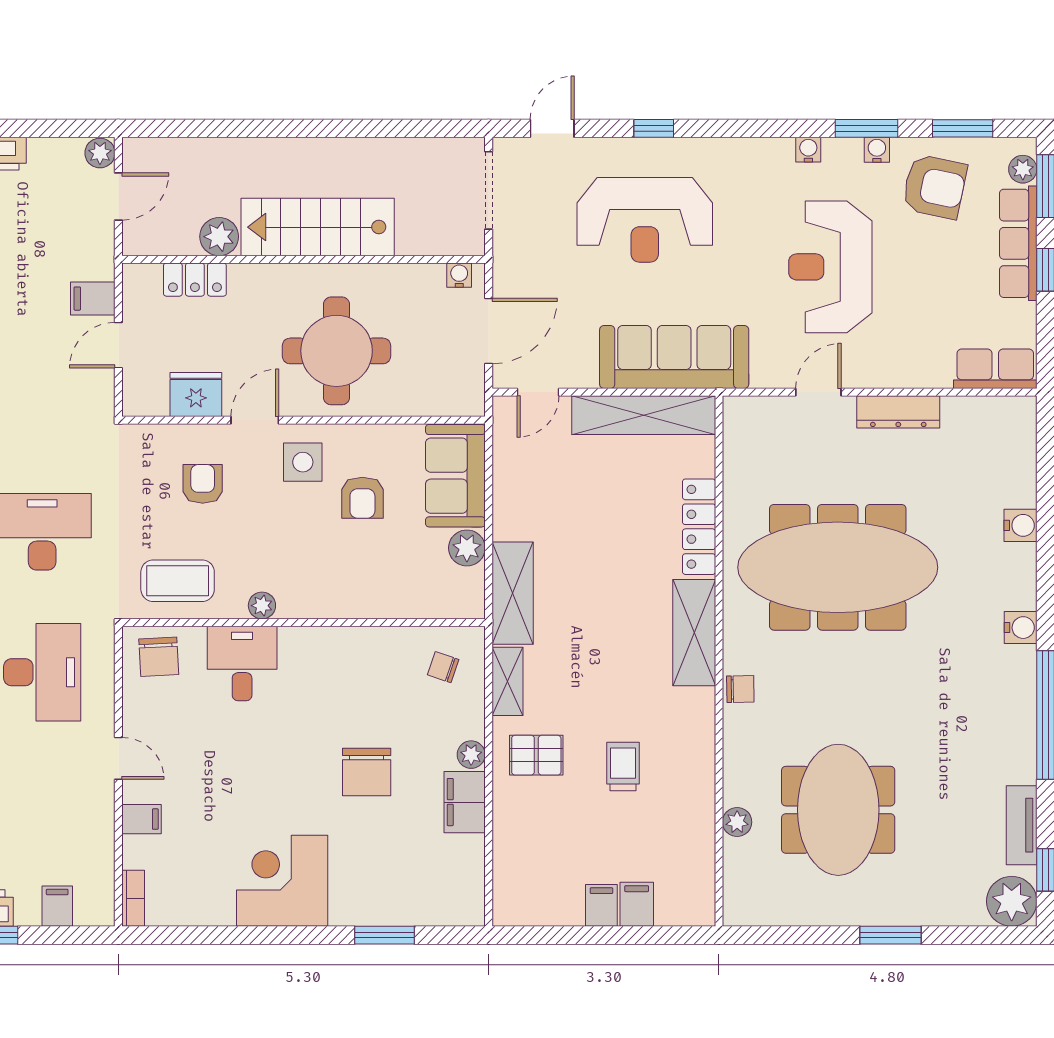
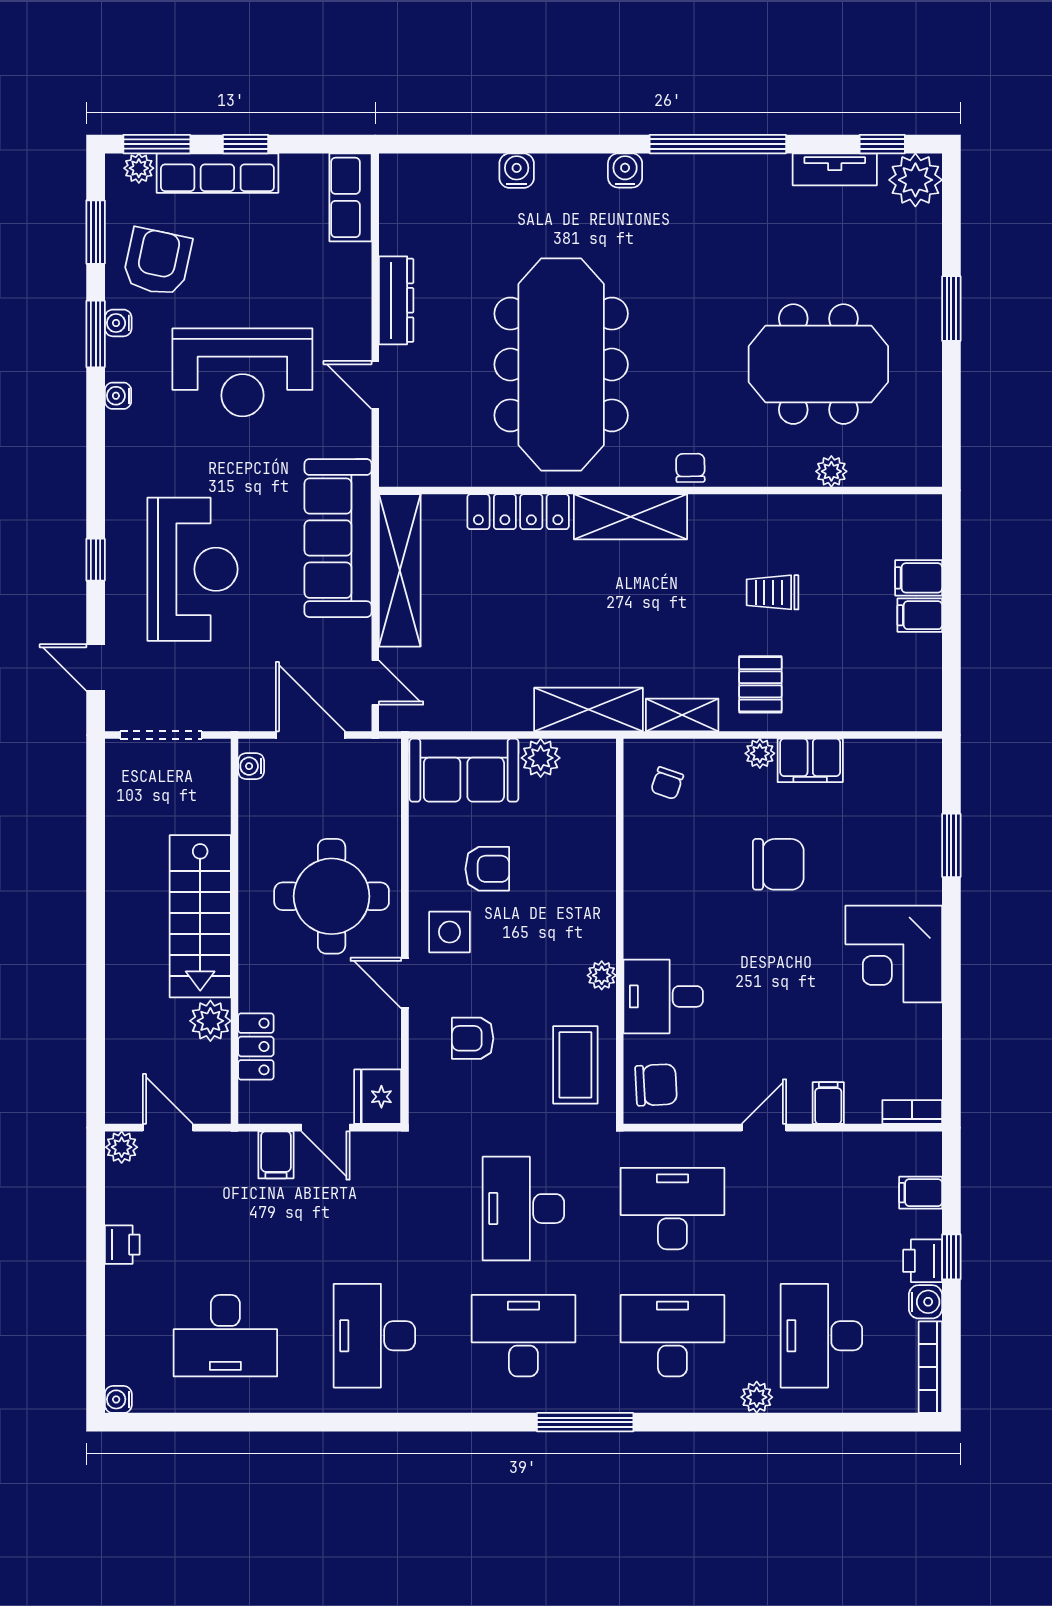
fridge: (196, 394) -> (378, 1097), moved

